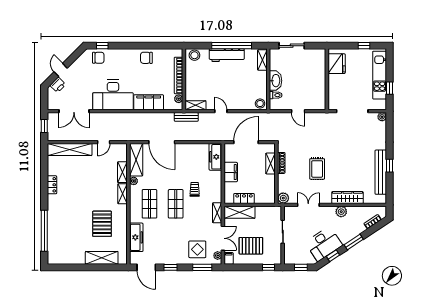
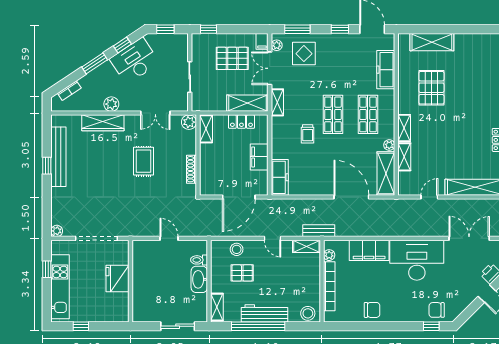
fridge: (337, 64) -> (118, 279), moved
pallet: (243, 85) -> (242, 273), added
stool: (260, 104) -> (237, 249), moved
shelving: (270, 164) -> (206, 129), moved

